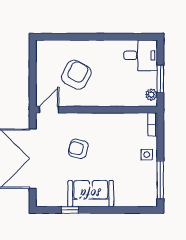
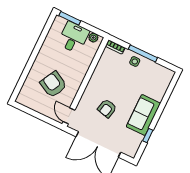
desk: (141, 55) -> (73, 37), moved
window: (160, 79) -> (70, 18), moved
window: (160, 180) -> (143, 53), moved

